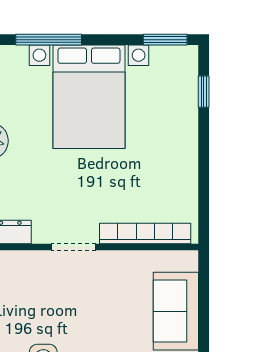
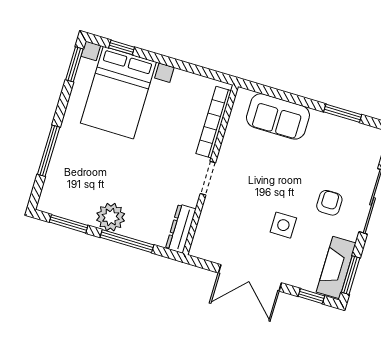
bed with nightstands: (89, 97) -> (118, 93), moved, turned 90

